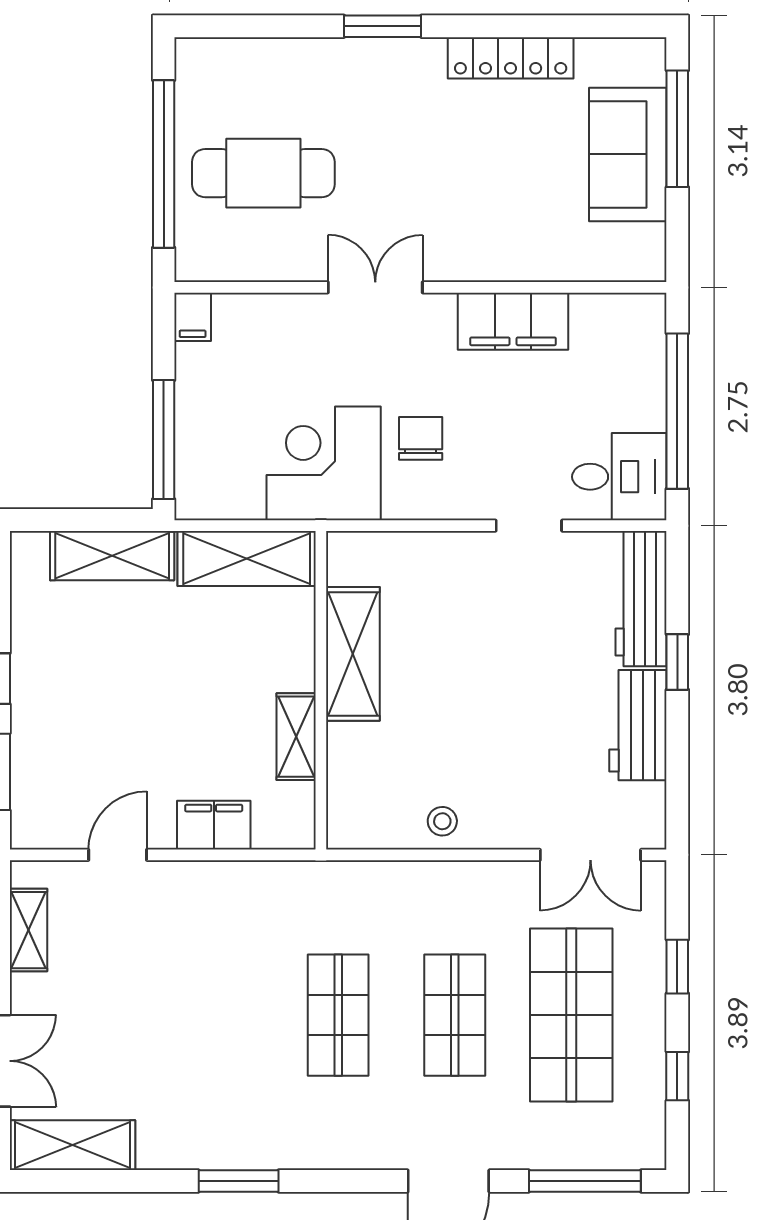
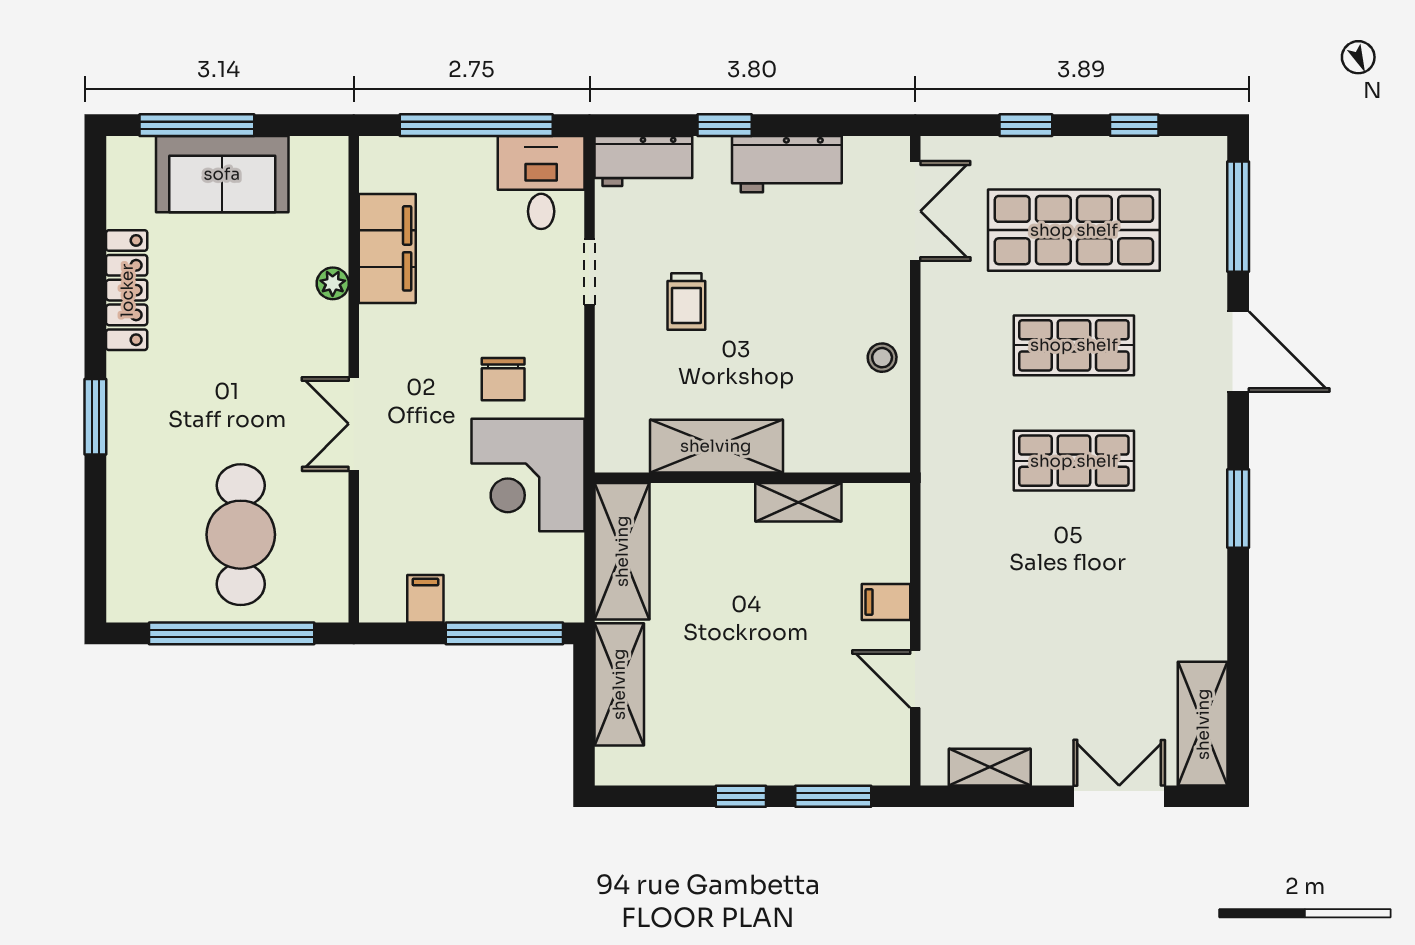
plant: (517, 266) -> (333, 283), added
filing cabinet: (193, 317) -> (425, 599), moved, turned -90
filing cabinet: (513, 321) -> (387, 248), moved
chair: (421, 438) -> (503, 379), turned -90
workbench: (641, 599) -> (643, 161), width x0.73
trolley: (499, 623) -> (686, 301), added
filing cabinet: (214, 825) -> (886, 602), width x0.50
window: (239, 1181) -> (1238, 509), moved

